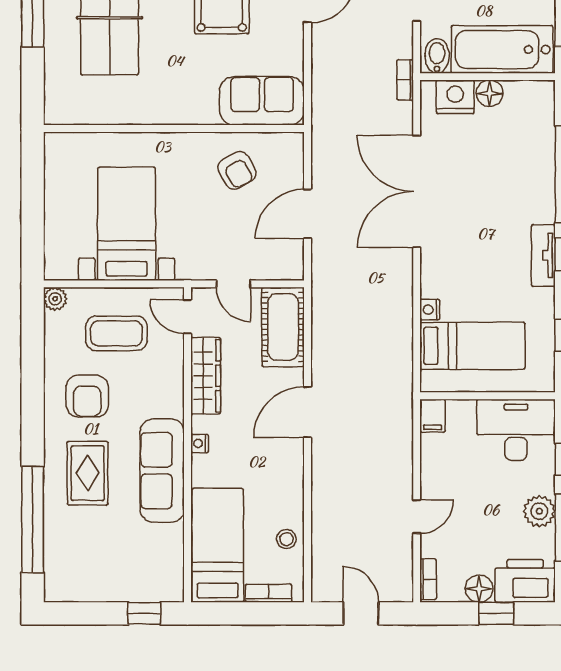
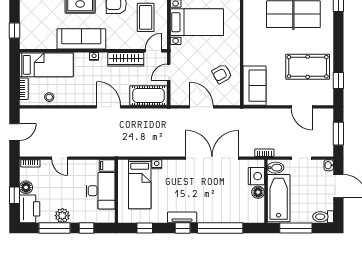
desk: (516, 430) -> (100, 191), moved

